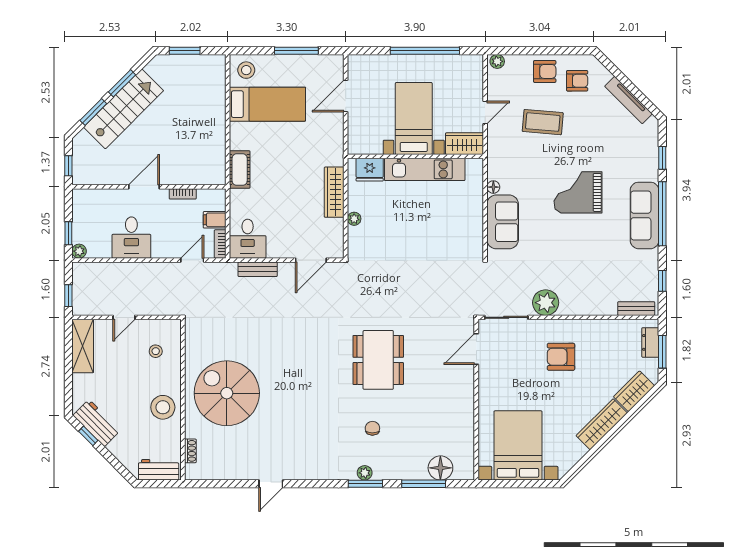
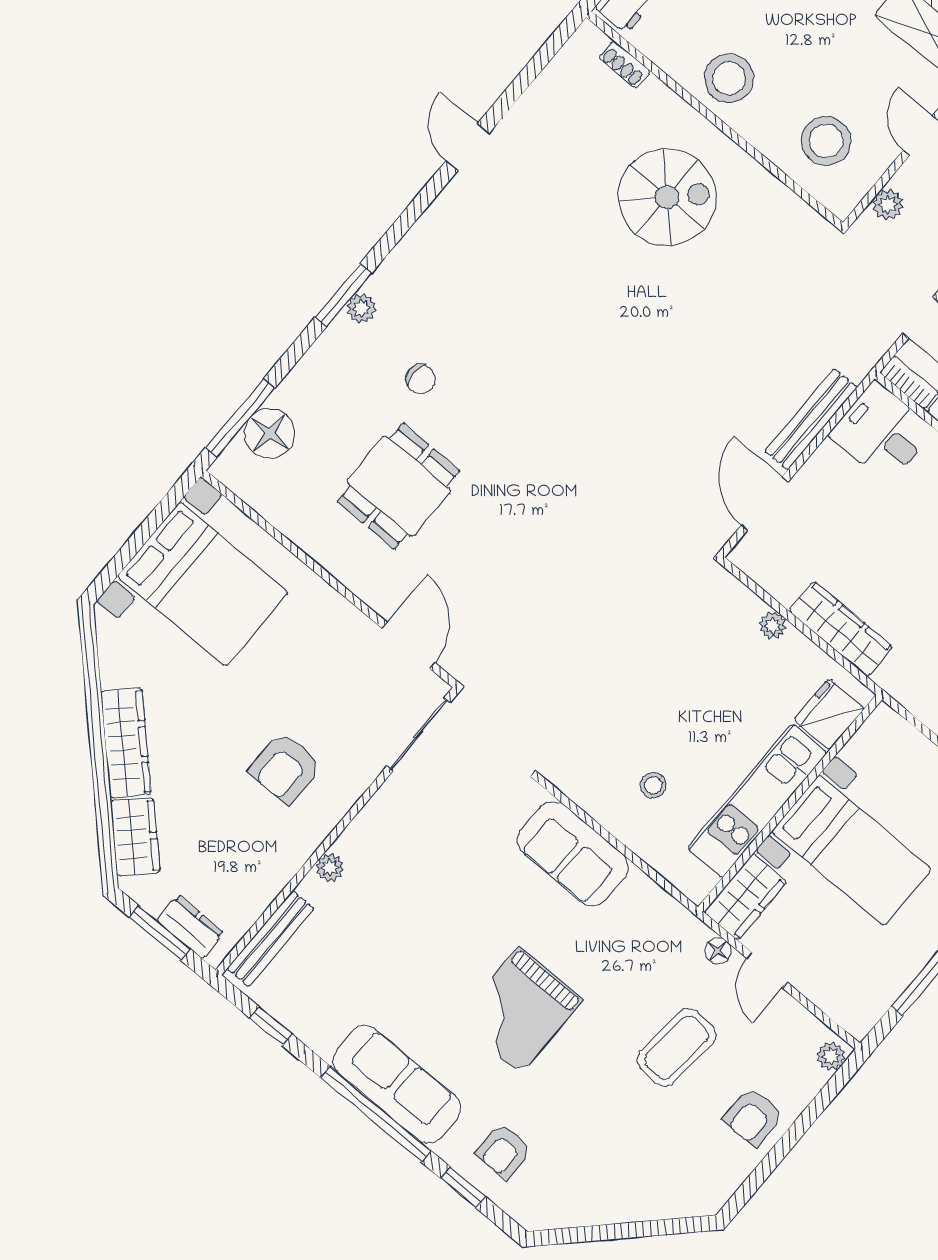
armchair: (577, 81) -> (504, 1151), moved
tv unit: (628, 100) -> (598, 1211), removed
floor lamp: (493, 187) -> (718, 951), moved
grand piano: (578, 192) -> (520, 1010), turned 180
stool: (452, 213) -> (653, 785), added
bench: (258, 269) -> (811, 419), width x1.36
plant: (546, 303) -> (330, 867), moved, width x0.53, depth x0.53
plant: (160, 308) -> (888, 205), added
bench: (636, 309) -> (271, 938), width x1.36
stool: (156, 351) -> (826, 141), width x1.89, depth x1.89
armchair: (561, 357) -> (285, 768), turned 180
dining table: (378, 360) -> (398, 486), moved, width x0.73
spiral stairs: (227, 393) -> (667, 197), width x0.73, depth x0.73
window: (424, 484) -> (240, 418), moved

